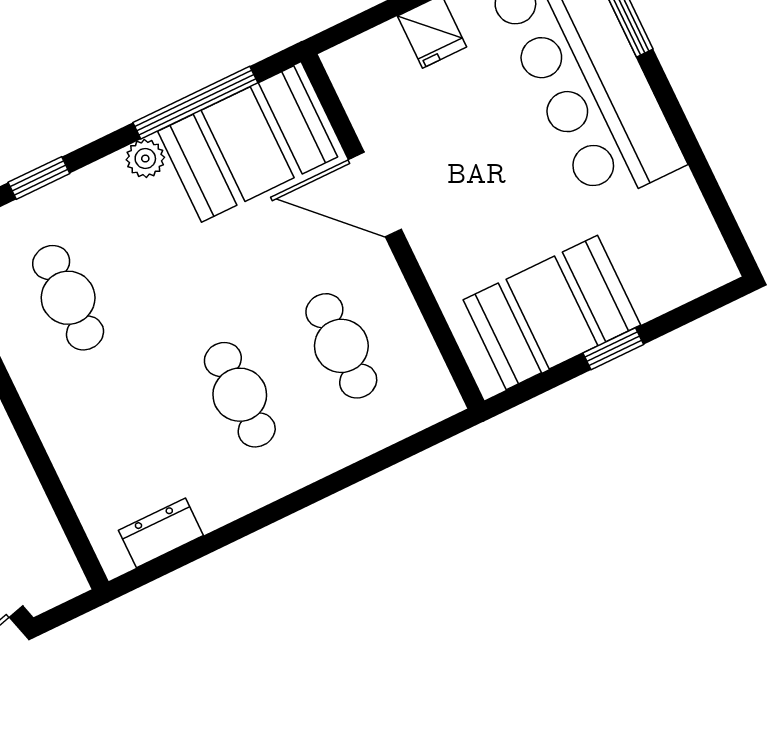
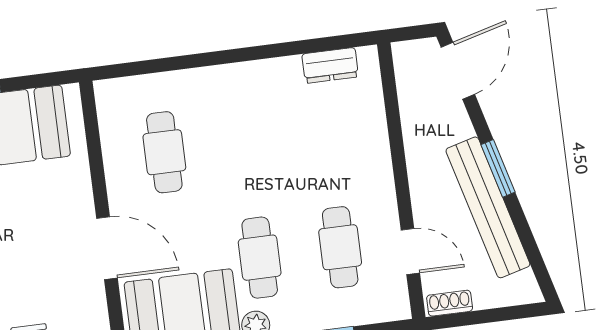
cafe table: (240, 395) -> (260, 258), moved

